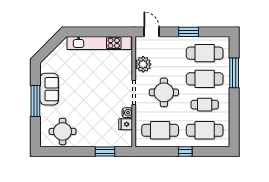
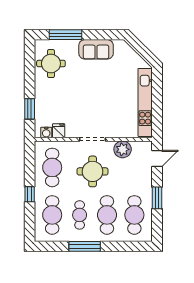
window: (234, 73) -> (85, 246), moved
window: (35, 101) -> (66, 35), moved
water cooler: (127, 113) -> (46, 132), moved

